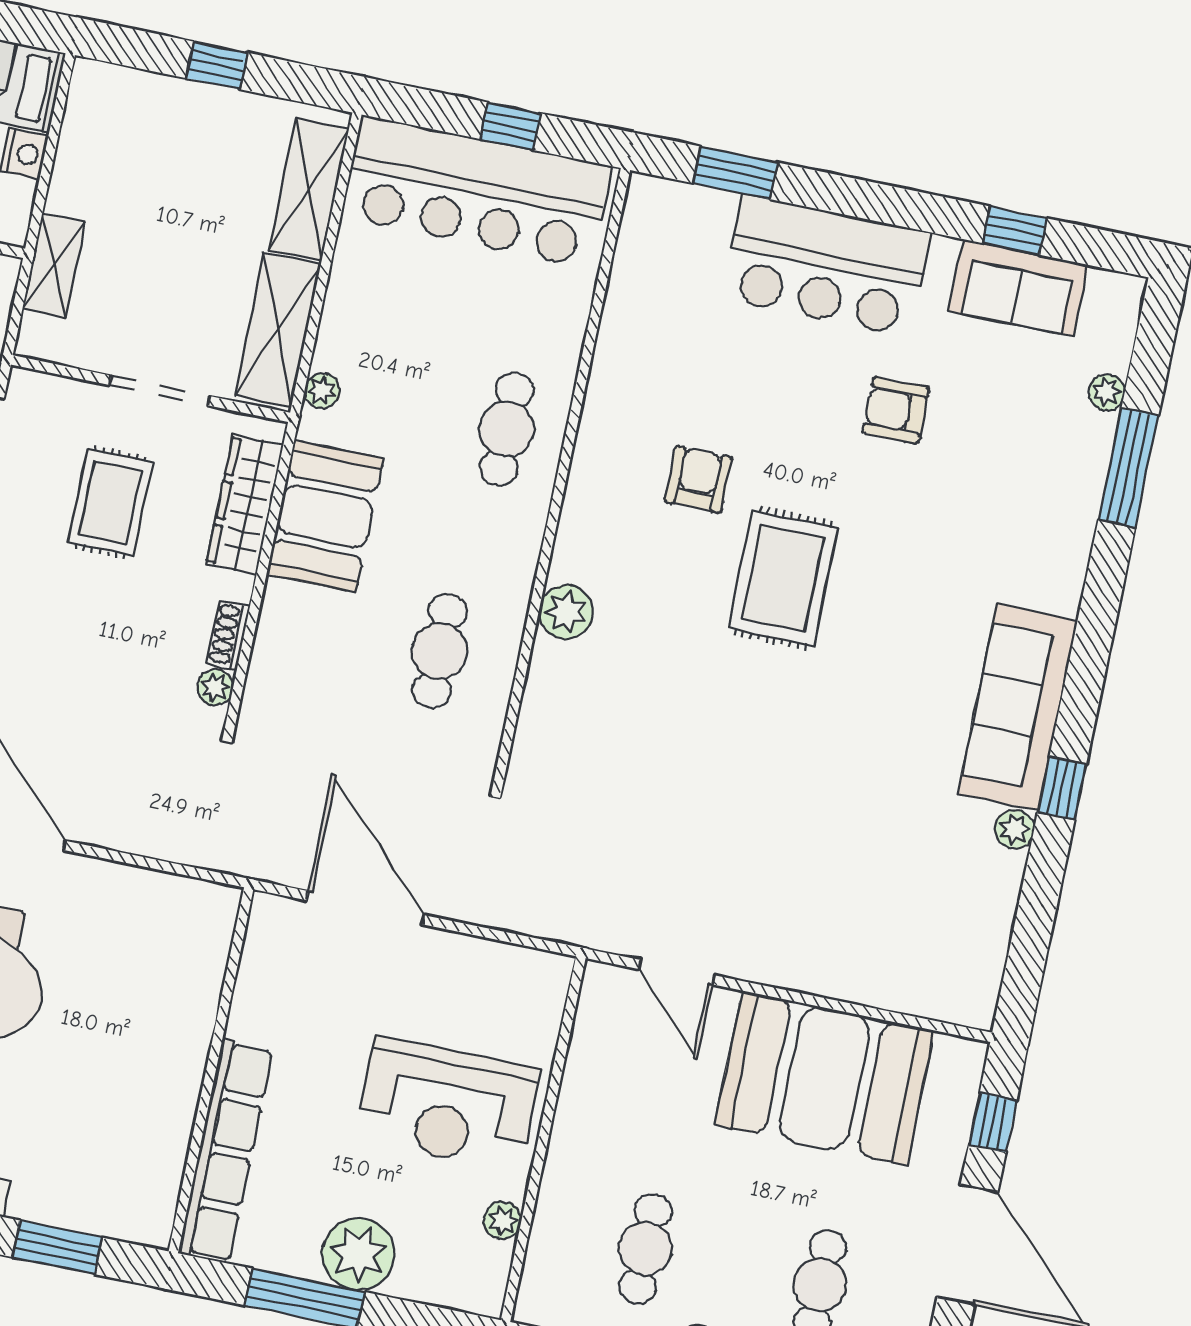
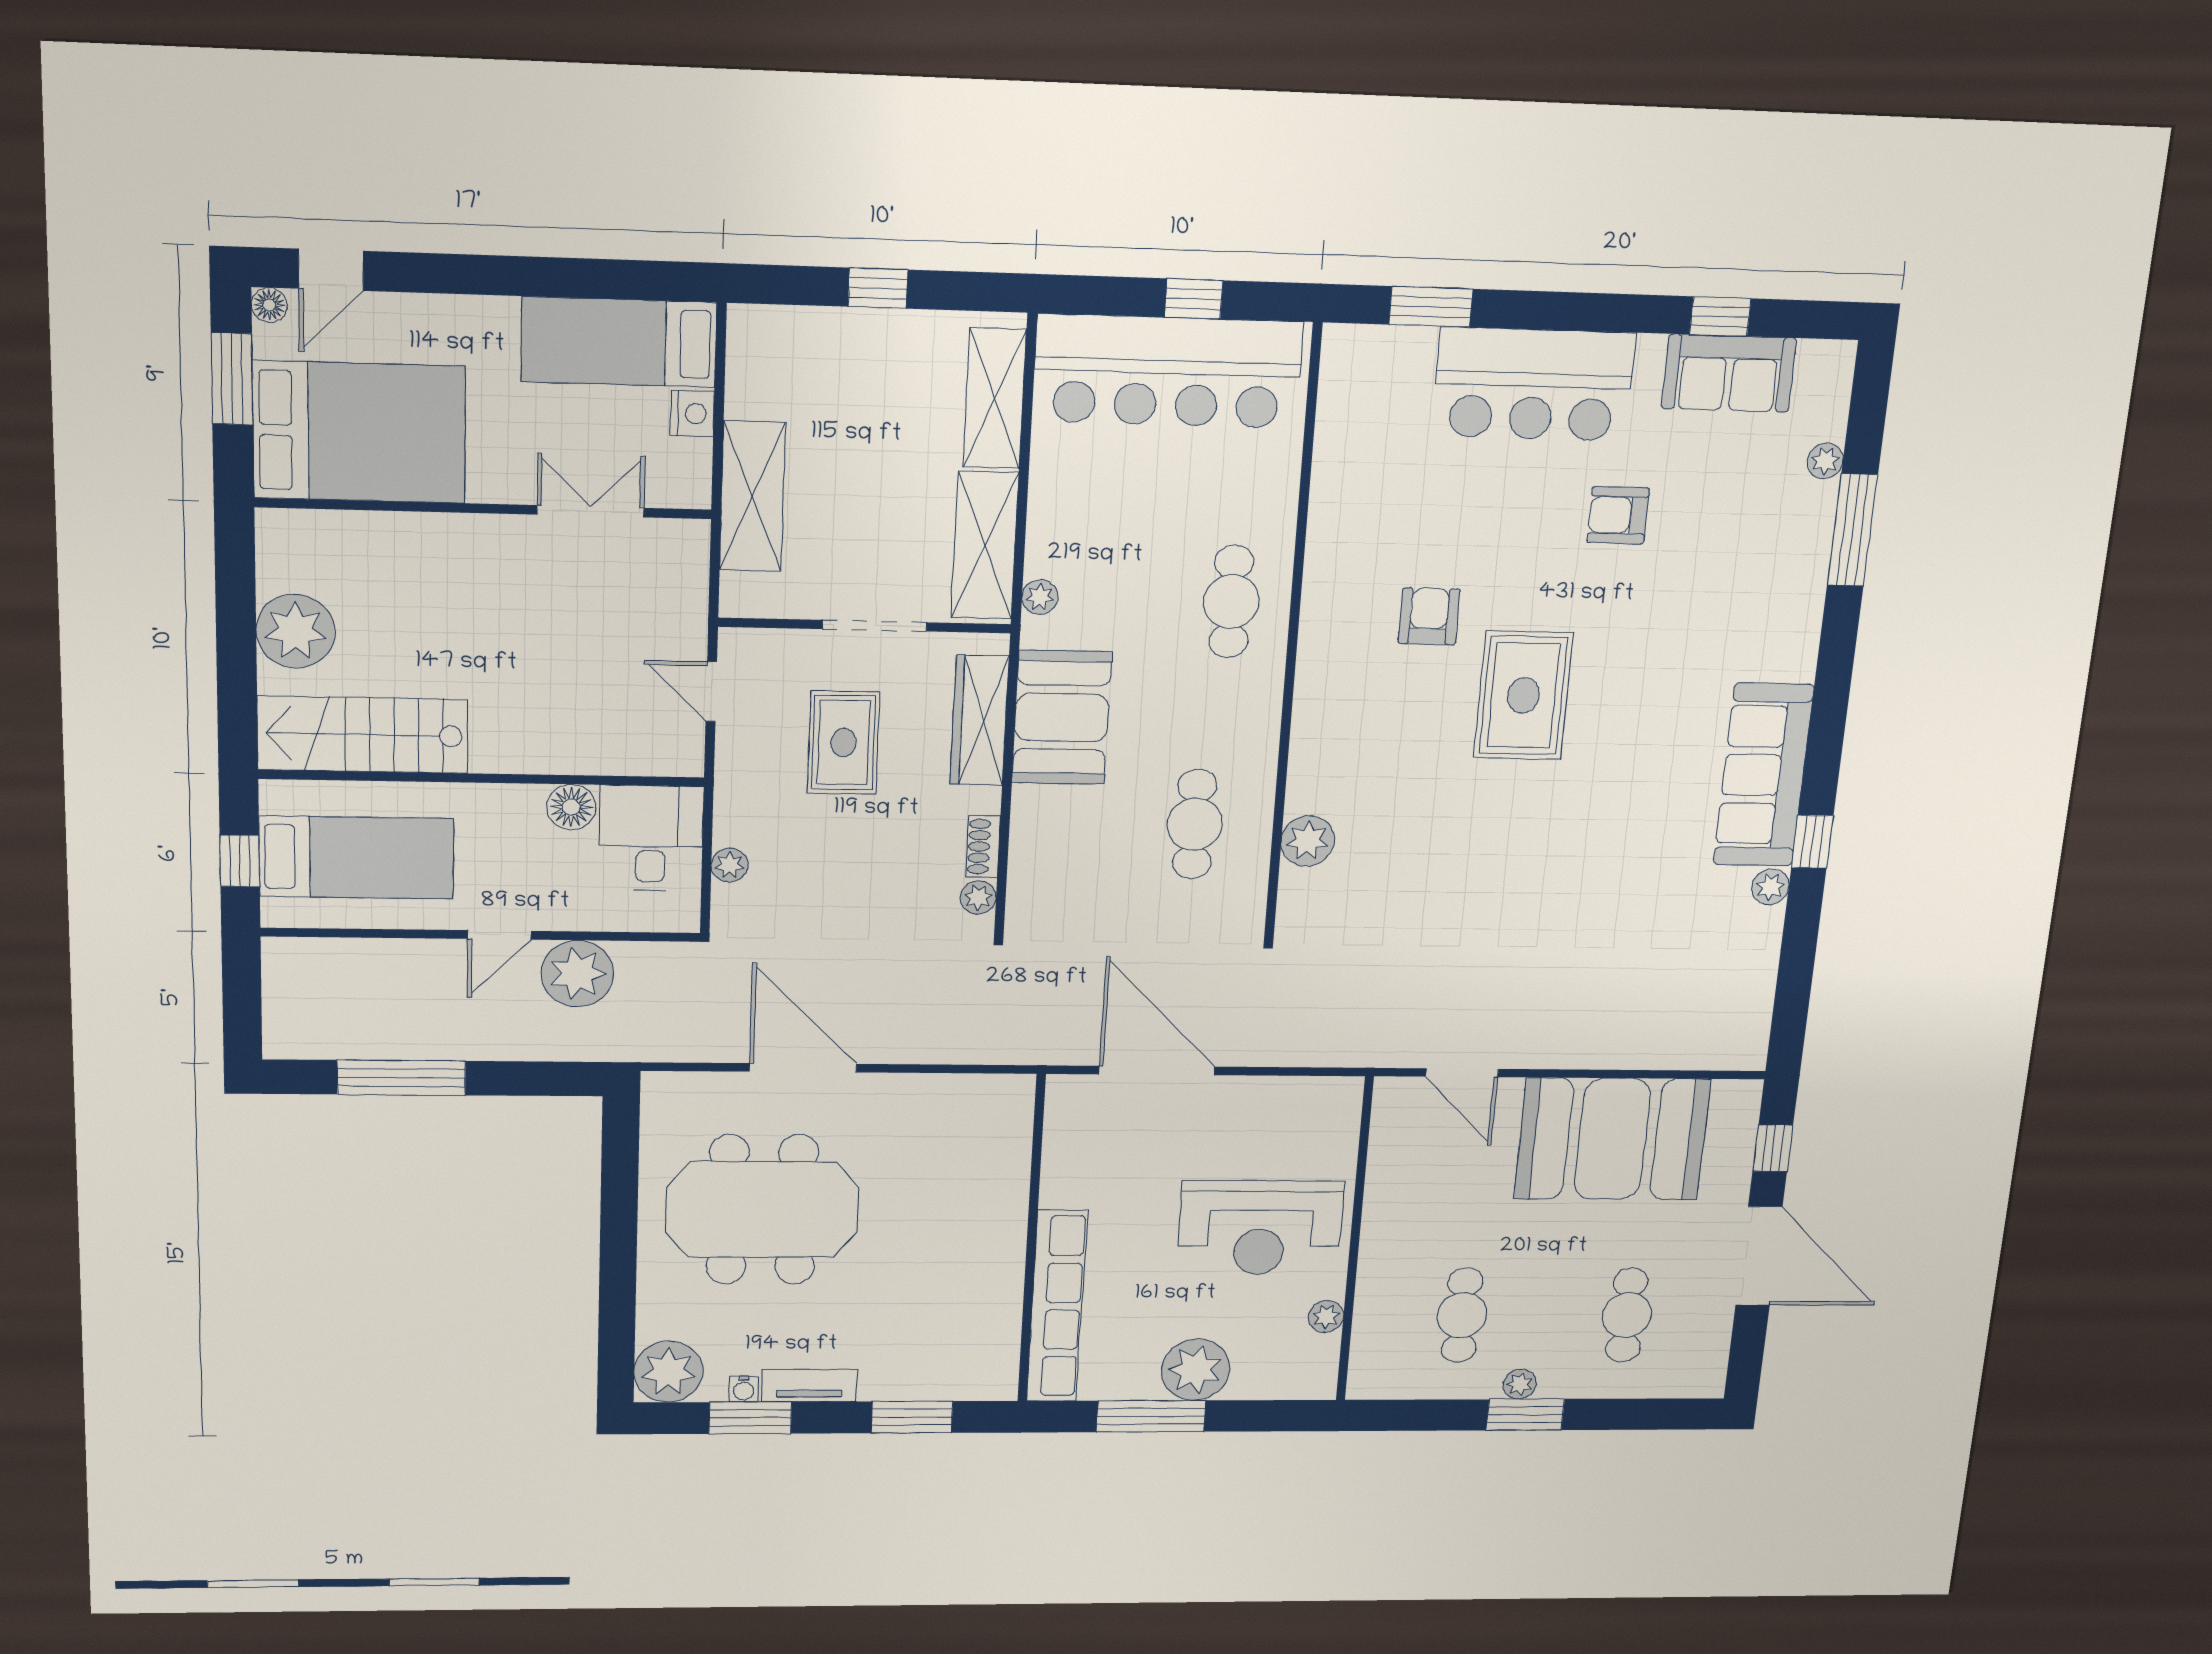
shelving: (54, 265) -> (752, 496), width x1.50, depth x1.33
plant: (566, 612) -> (1308, 841), moved

